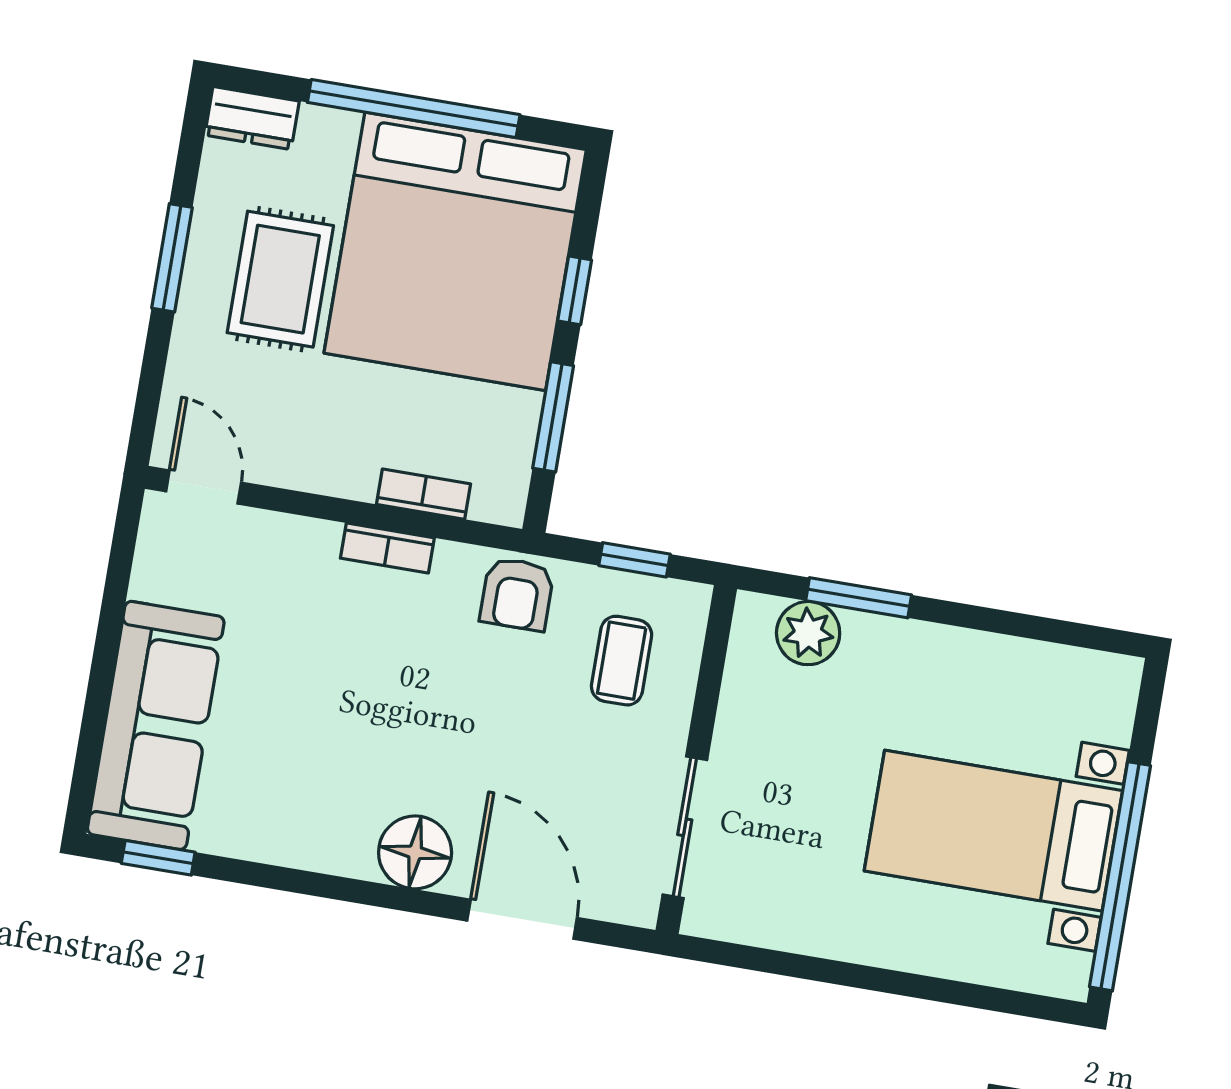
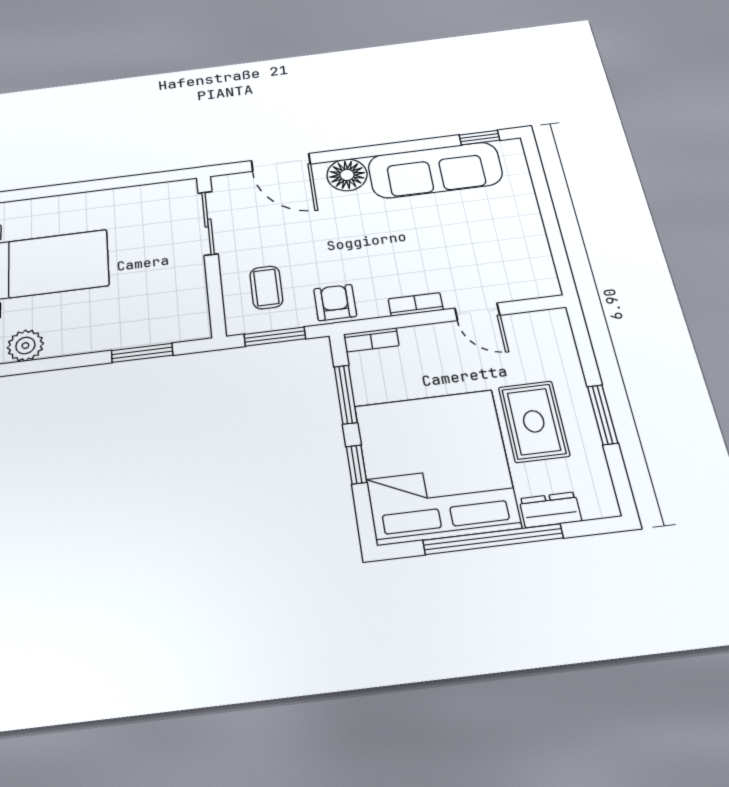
dresser: (252, 118) -> (550, 510), moved
door: (204, 487) -> (477, 312), moved
bookcase: (423, 494) -> (371, 340), moved
window: (635, 560) -> (275, 337), width x1.50
plant: (808, 633) -> (25, 346), moved
sofa: (156, 725) -> (435, 170), moved, turned -90

